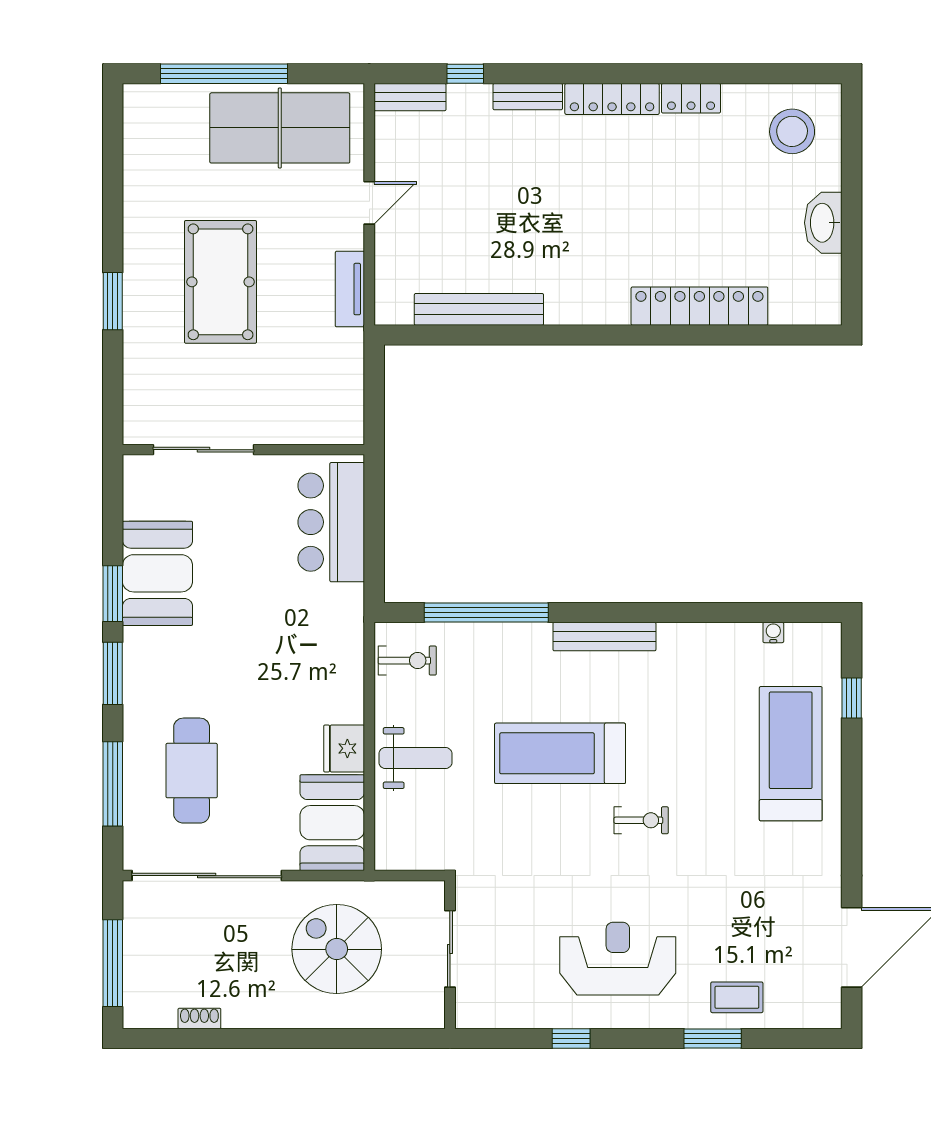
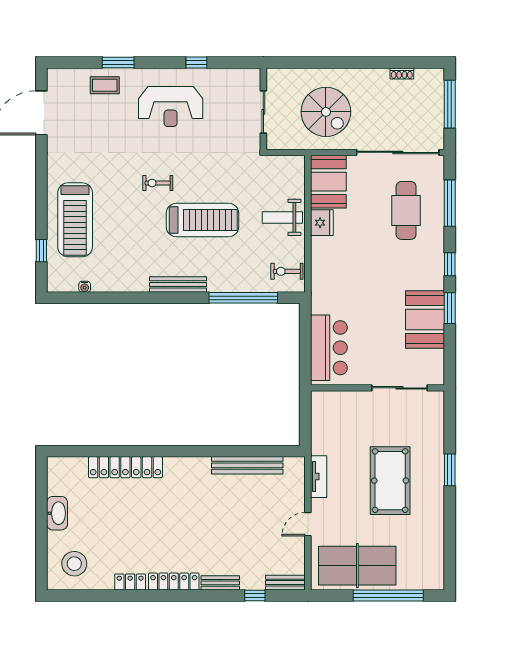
window: (113, 673) -> (450, 264), width x0.67

